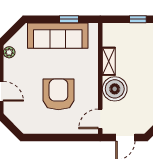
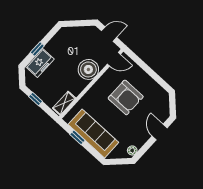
shelving: (109, 61) -> (64, 103), moved
armchair: (58, 94) -> (126, 97), turned -90

